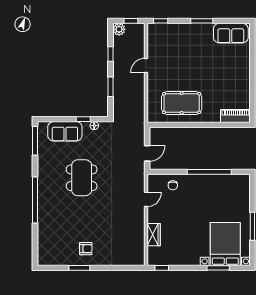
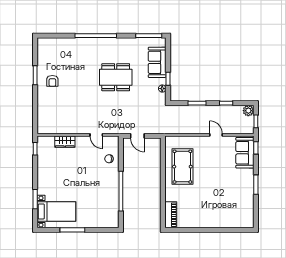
sofa: (231, 33) -> (245, 153), moved
bed with nightstands: (225, 244) -> (56, 211), width x0.73

